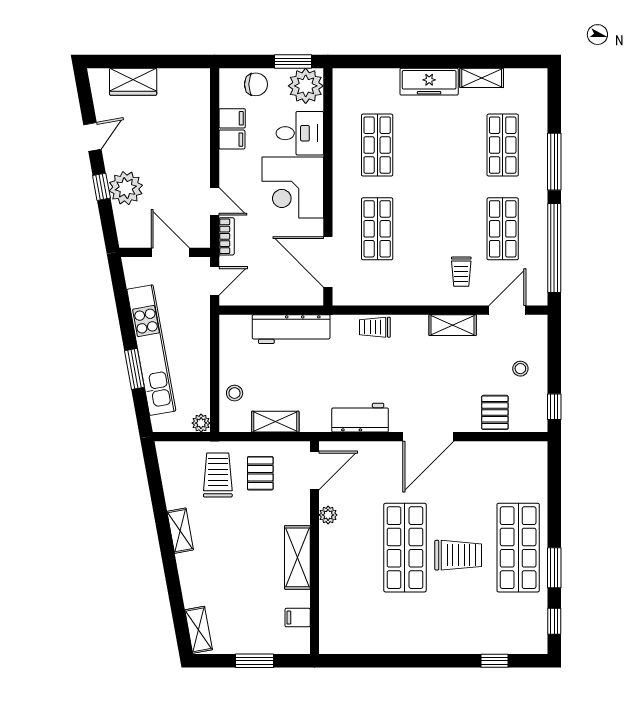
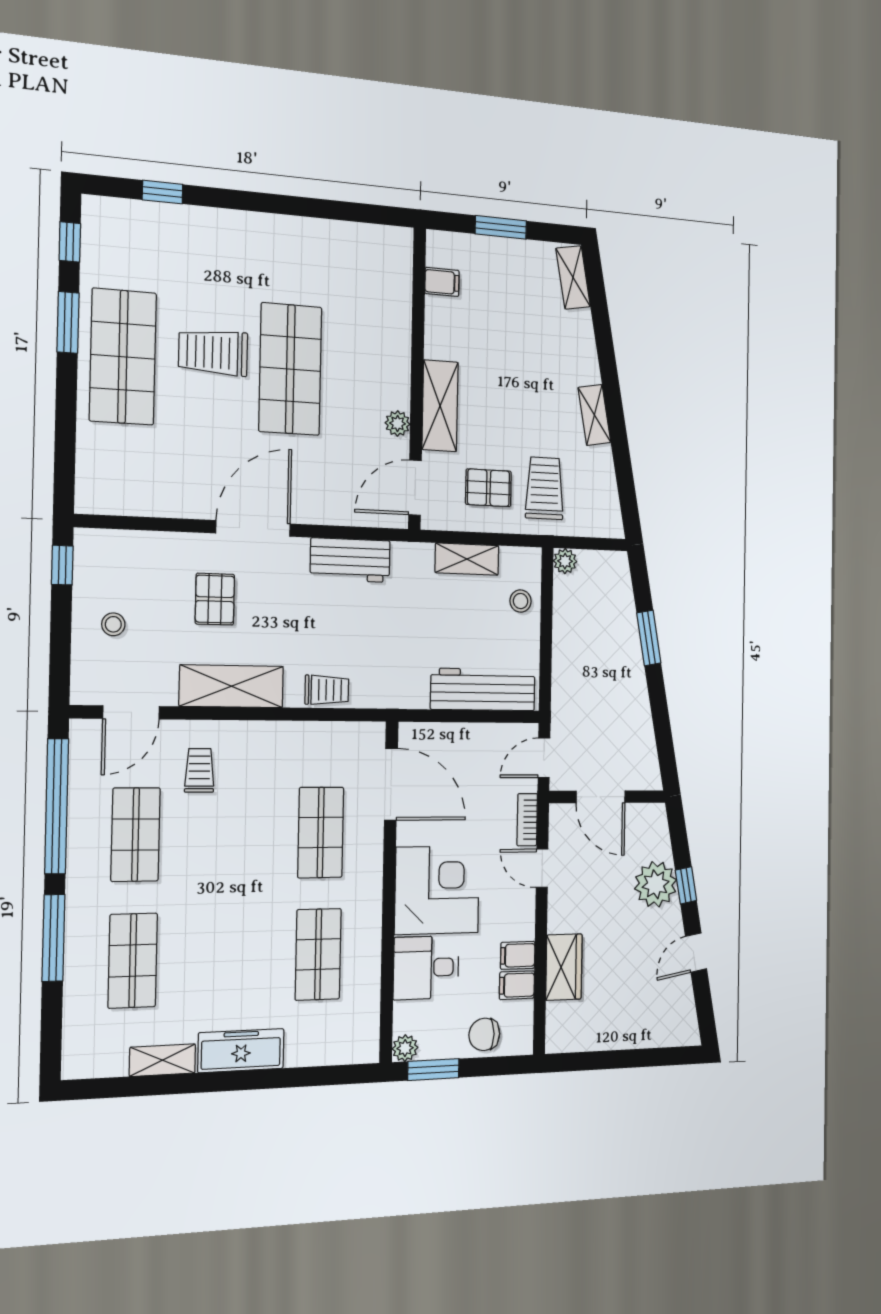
wardrobe: (133, 82) -> (564, 967), moved, turned 90
plant: (306, 86) -> (405, 1048), width x0.53, depth x0.53
shelving: (453, 325) -> (231, 686), width x1.50, depth x1.33
workbench: (291, 329) -> (483, 690), moved
kitchen unit: (151, 350) -> (627, 663), removed
pallet: (495, 412) -> (215, 599), moved
pallet: (260, 473) -> (488, 488), turned 90
trolley: (218, 475) -> (545, 488), turned 180
shelving: (297, 557) -> (440, 406), moved

